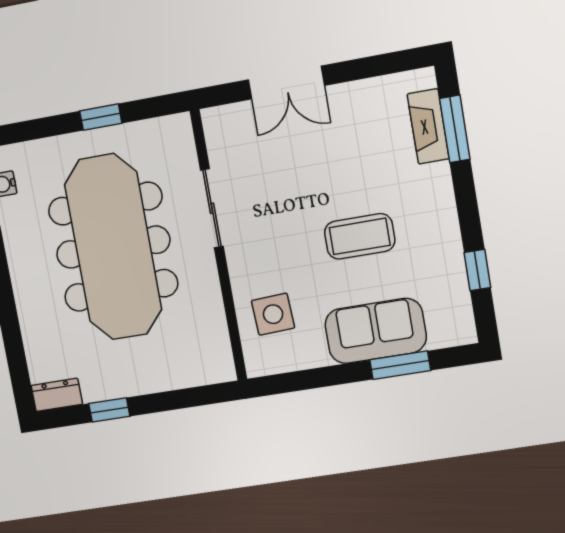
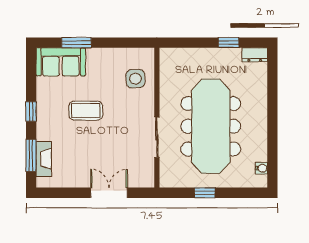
window: (477, 270) -> (31, 111), moved
sofa: (376, 331) -> (61, 62), moved

